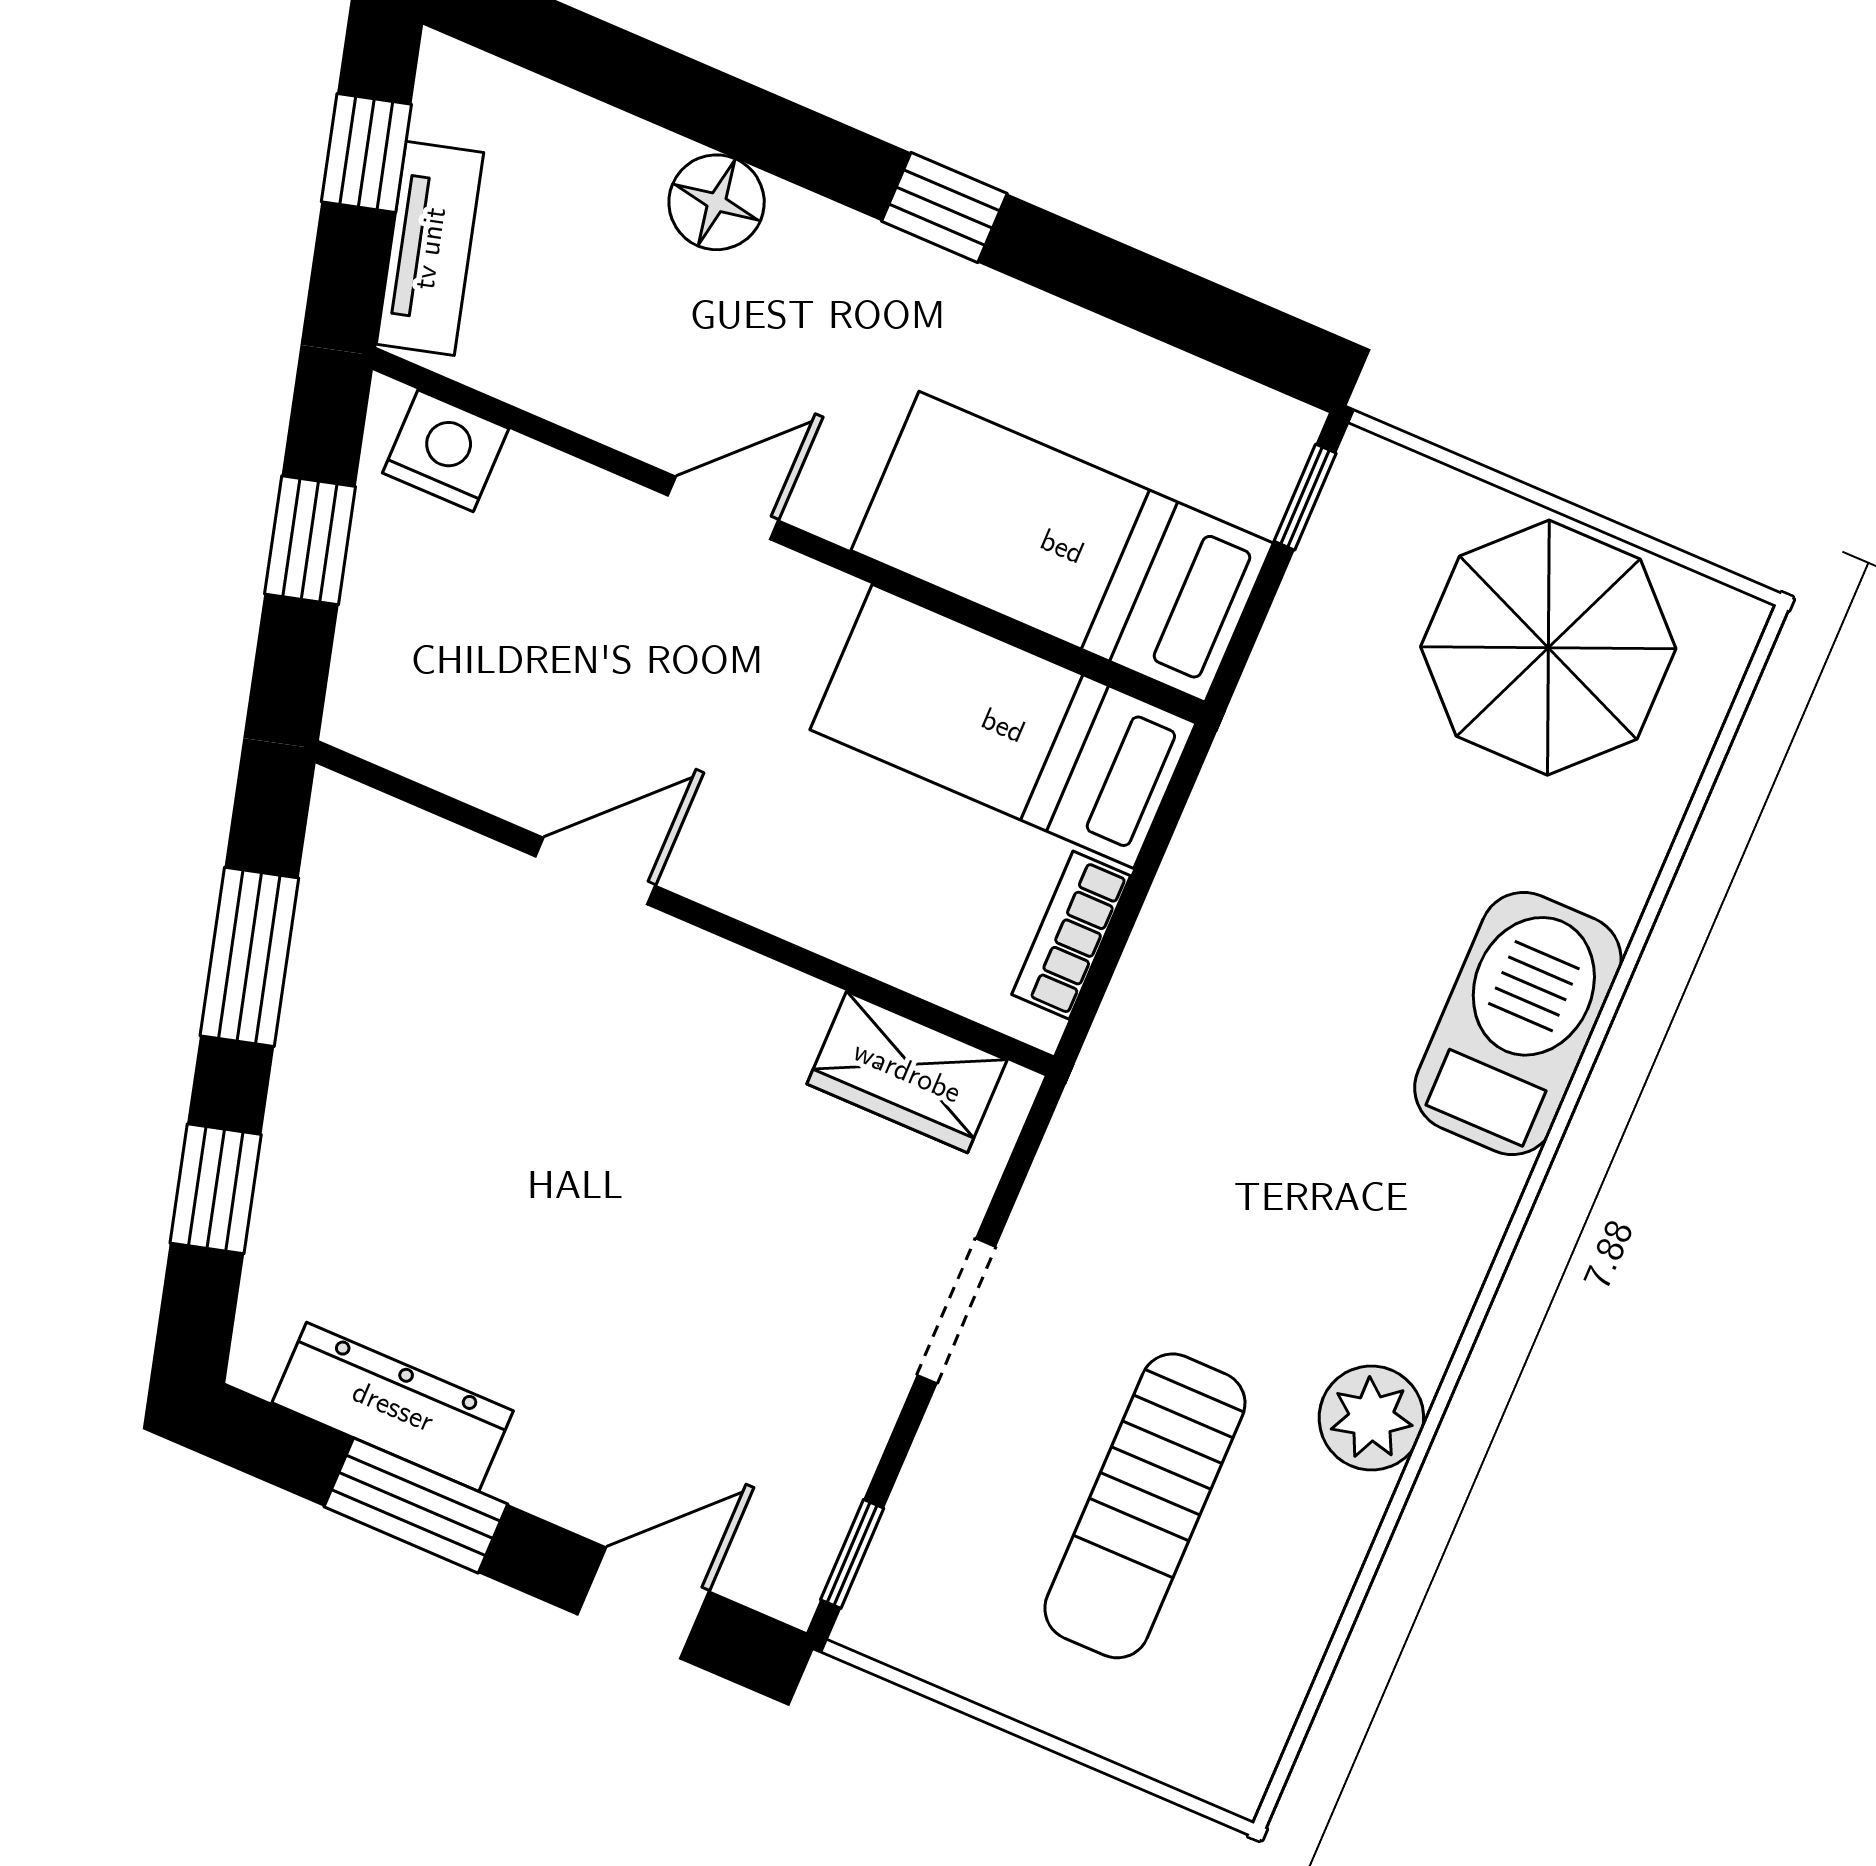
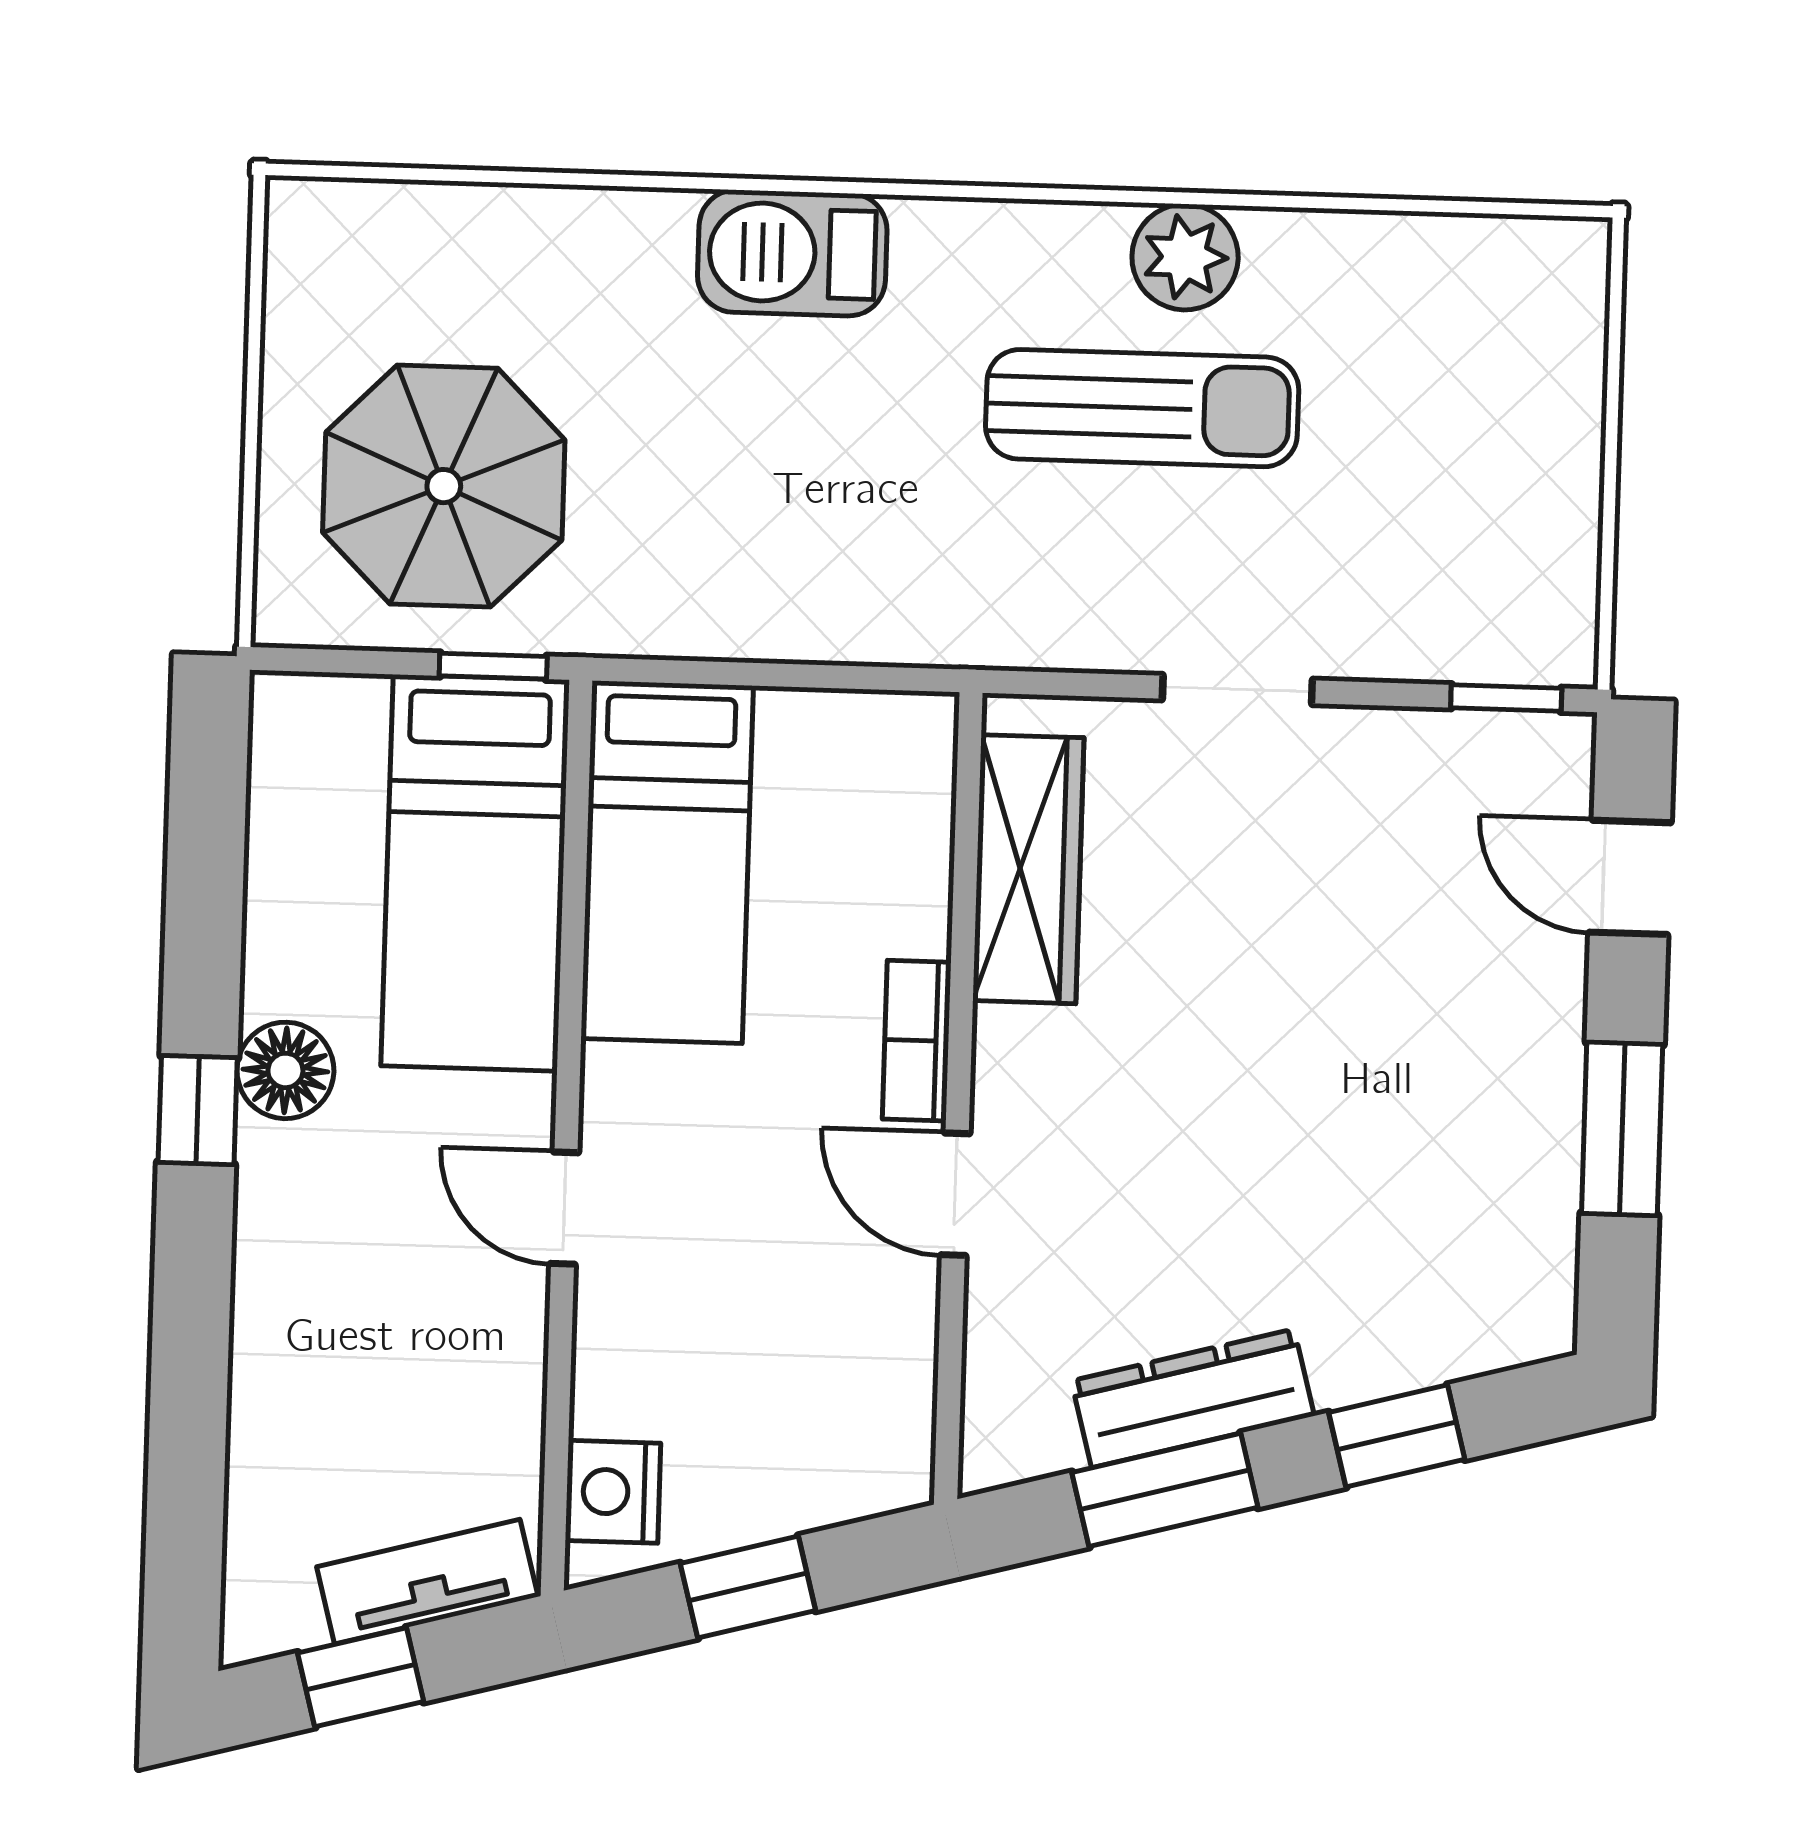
floor lamp: (717, 202) -> (285, 1070), moved
window: (1305, 497) -> (493, 666), moved
parasol: (1548, 648) -> (444, 486), moved
bookcase: (1071, 935) -> (917, 1041), moved, turned 90
barbecue: (1518, 1023) -> (792, 253), width x0.73, depth x0.83
wardrobe: (907, 1072) -> (1028, 869), width x1.50
dresser: (393, 1407) -> (1193, 1398), moved, turned 75
sun lounger: (1145, 1506) -> (1142, 408), moved

